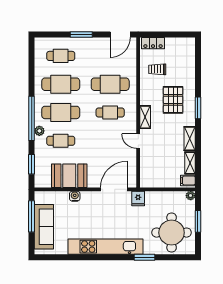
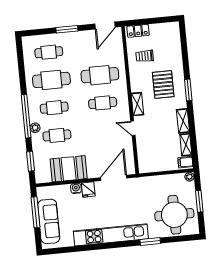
cafe table: (61, 112) -> (54, 108), width x0.73, depth x0.74
fridge: (138, 198) -> (88, 189), moved

